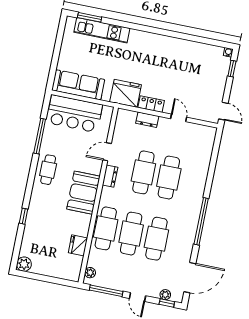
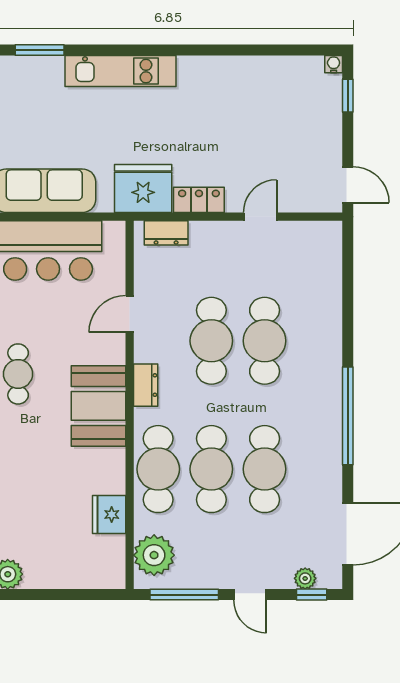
kitchen unit: (102, 30) -> (120, 71), moved
door: (179, 118) -> (260, 217), hinge flipped
dresser: (147, 120) -> (166, 233), moved
dresser: (110, 176) -> (146, 385), moved
plant: (90, 273) -> (154, 555), width x1.88, depth x1.88

